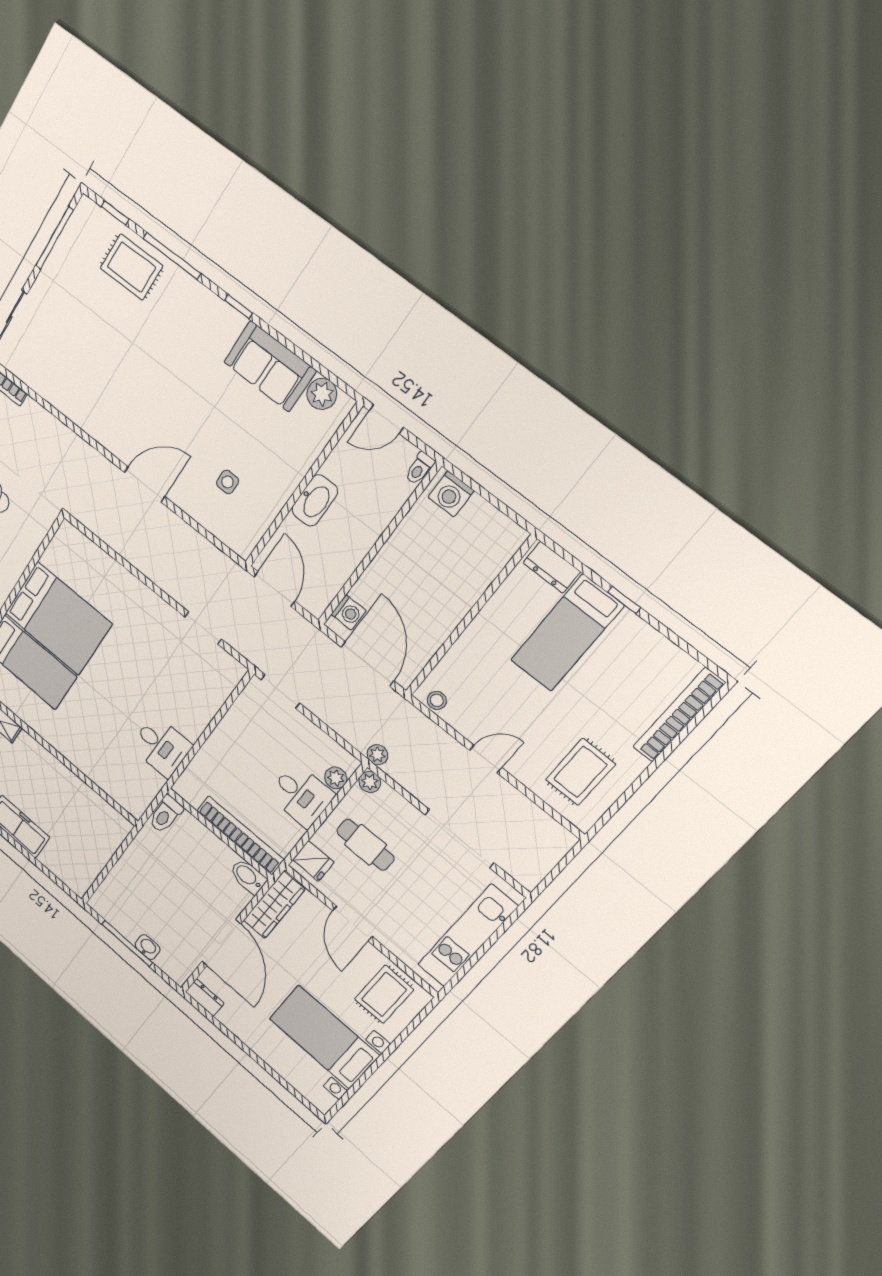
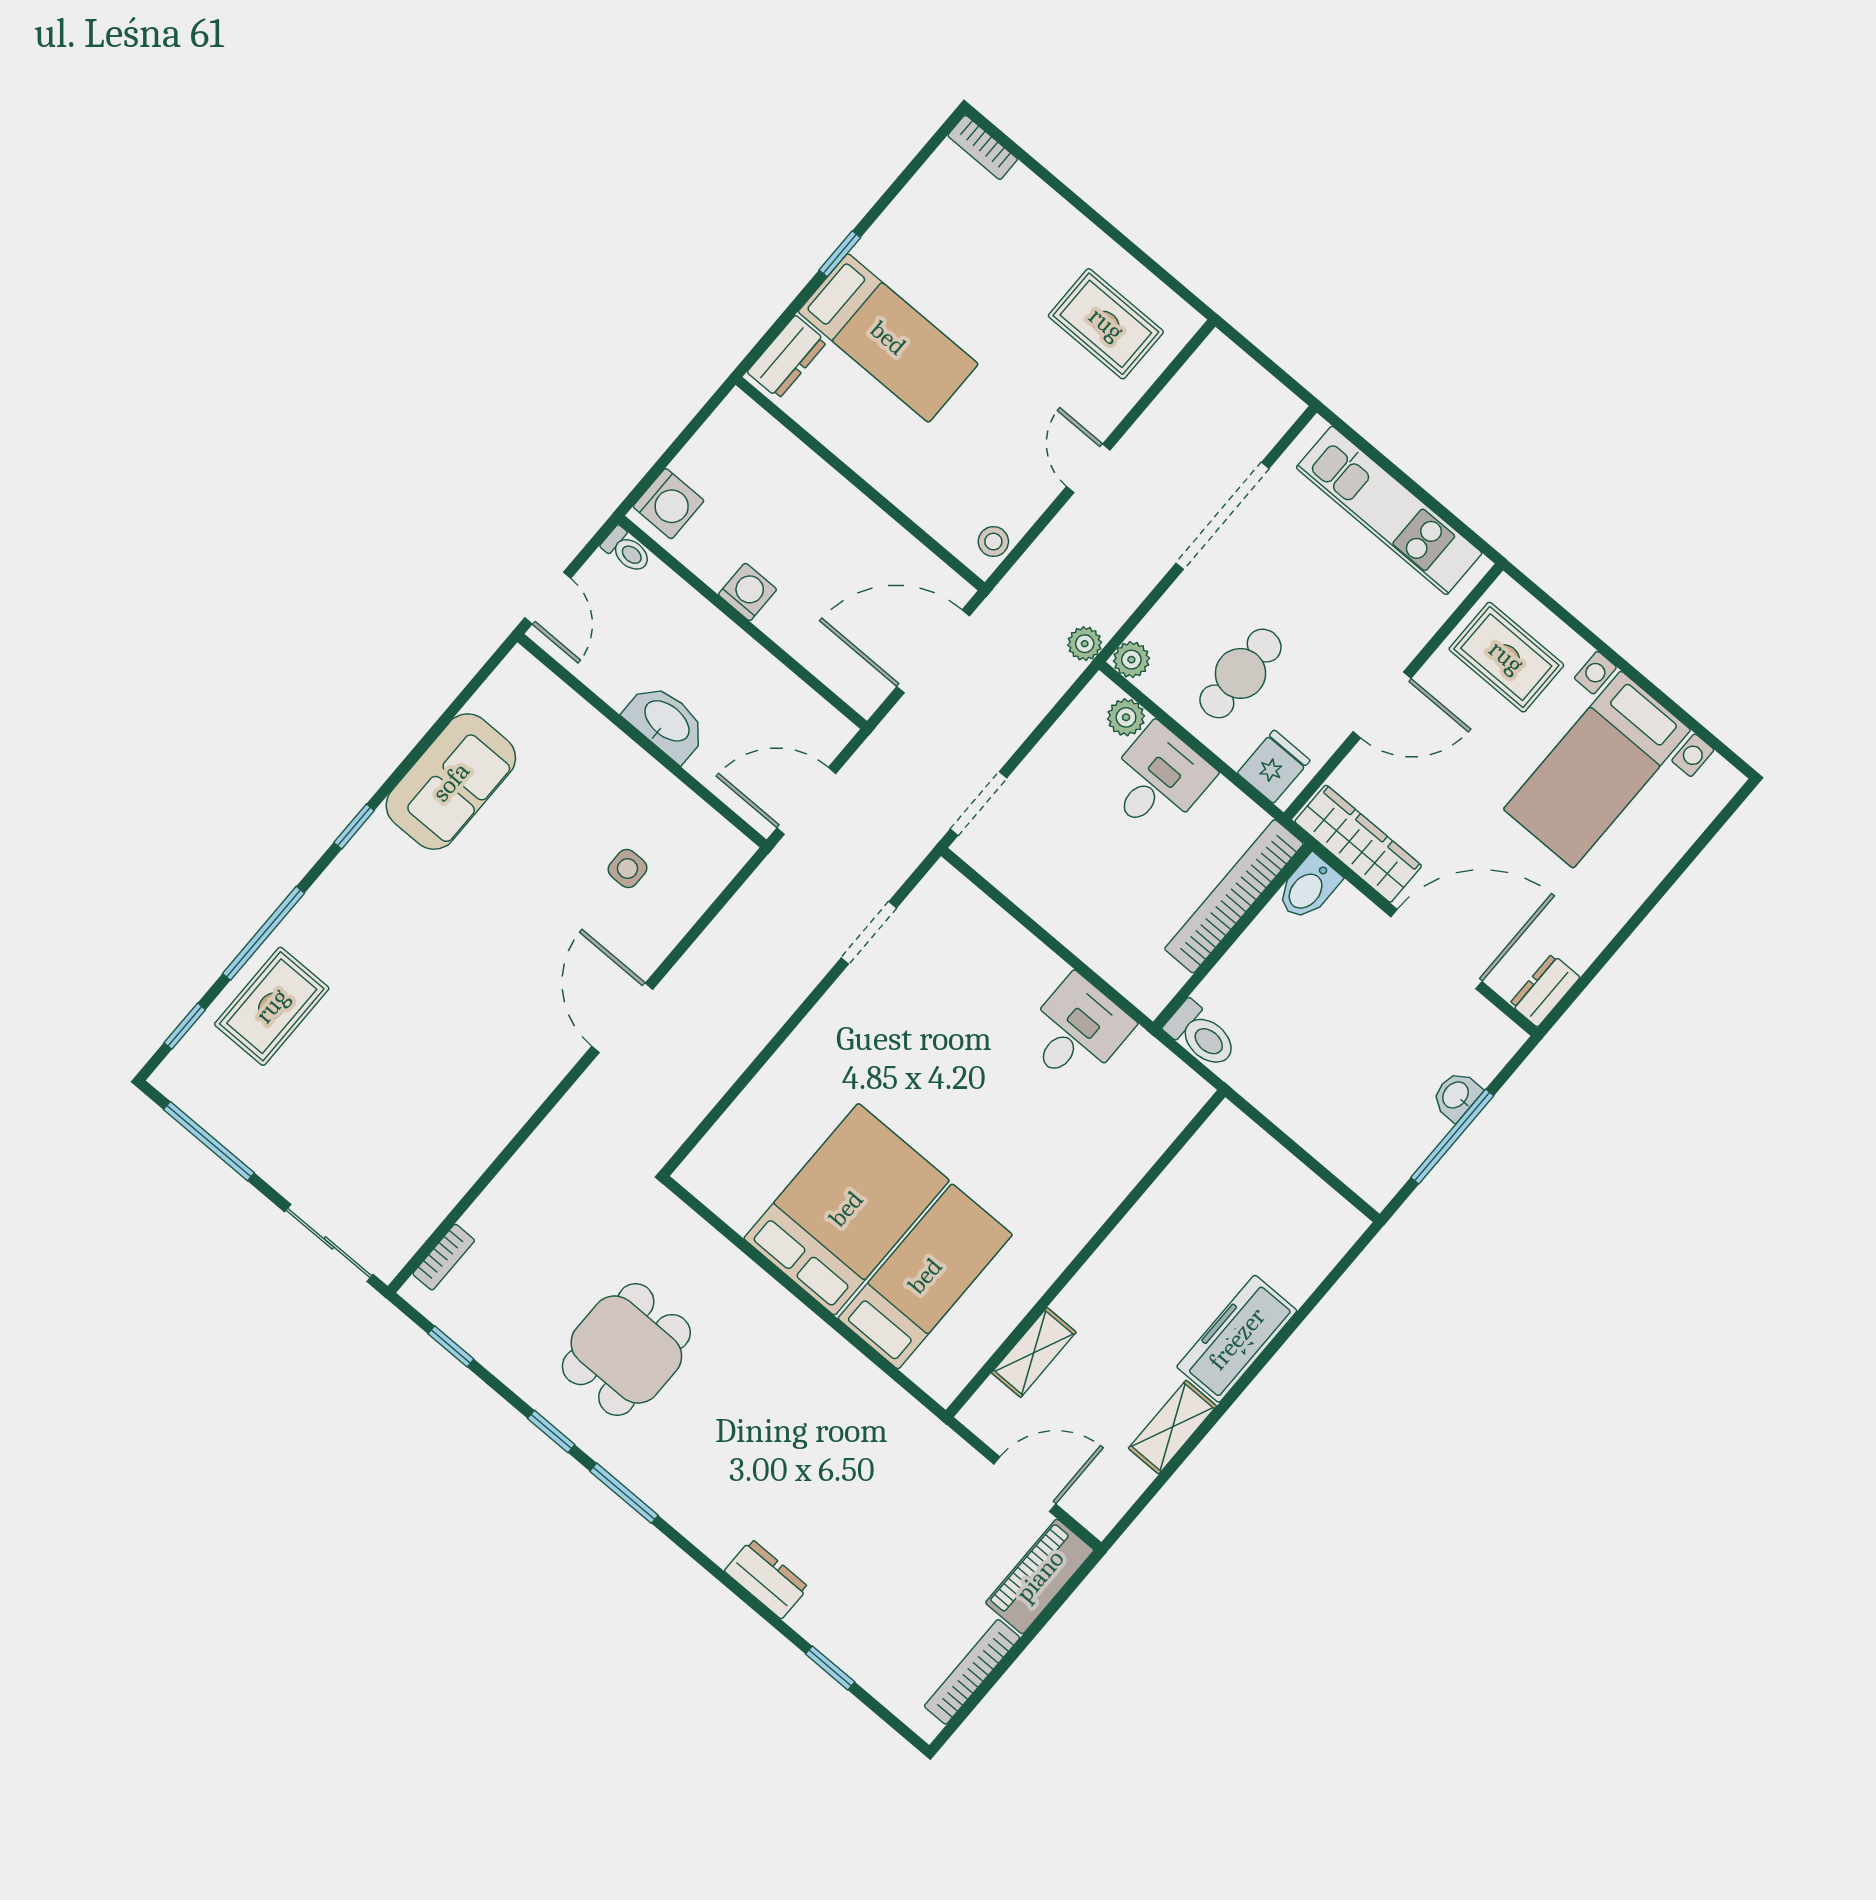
plant: (322, 394) -> (501, 699), removed
washing machine: (349, 612) -> (748, 592), moved
bookcase: (679, 715) -> (983, 147), width x0.43, depth x0.76

